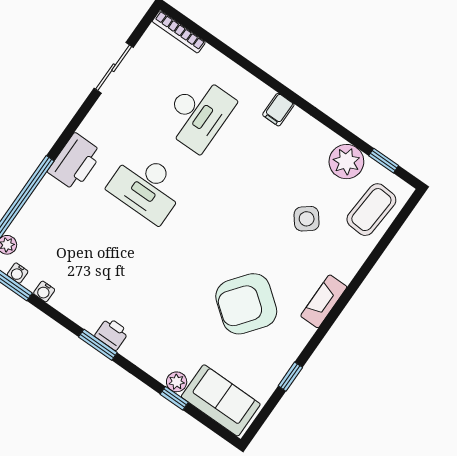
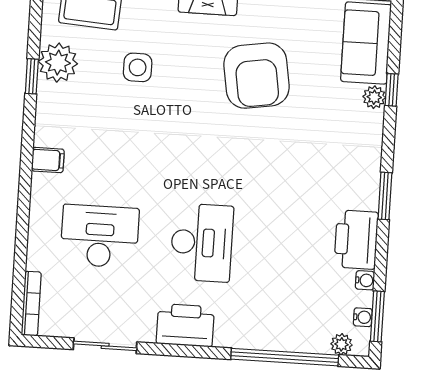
window: (384, 161) -> (32, 76), moved
printer: (75, 162) -> (185, 325), moved
side table: (307, 219) -> (138, 67), turned 38
armchair: (246, 304) -> (257, 76), turned 43
printer: (112, 334) -> (356, 240), moved, width x1.87, depth x1.48

